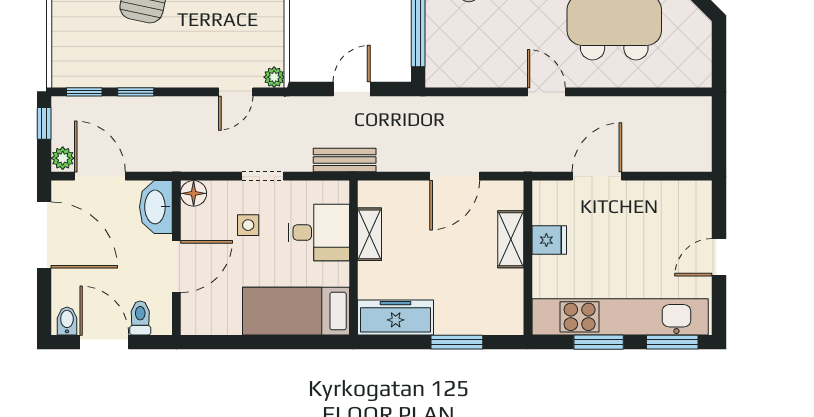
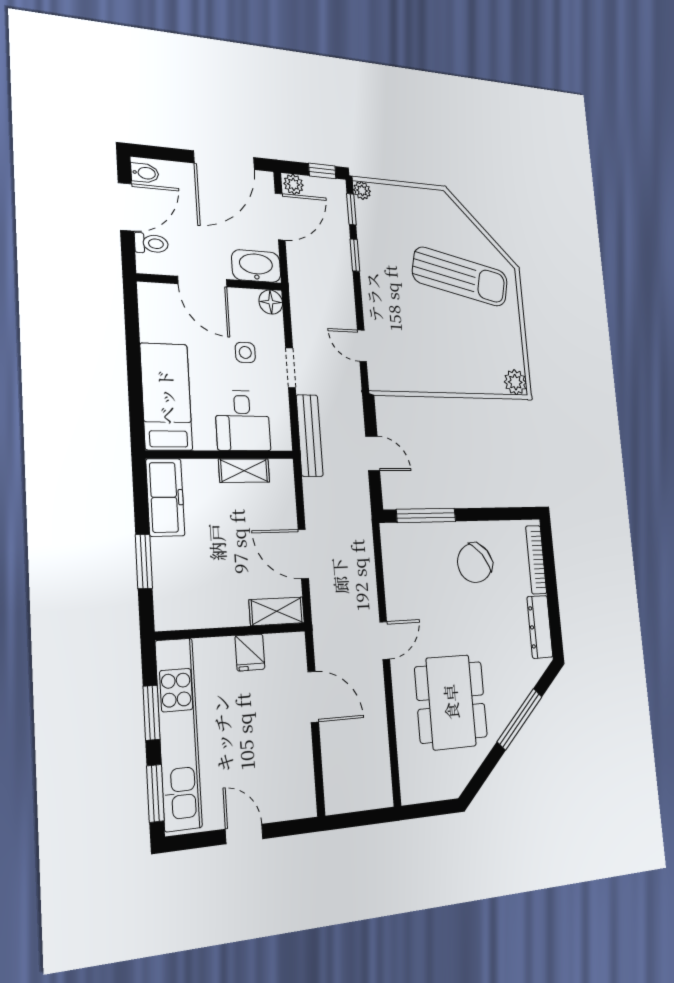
plant: (274, 77) -> (362, 191), moved
bench: (345, 160) -> (310, 435), width x1.36
shelving: (511, 239) -> (277, 611), moved

